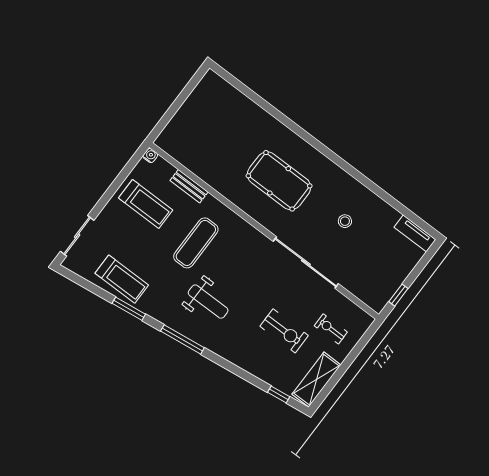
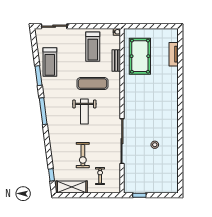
pool table: (279, 181) -> (140, 56), moved
tv unit: (415, 233) -> (174, 54), moved
weight bench: (208, 302) -> (84, 112), moved

